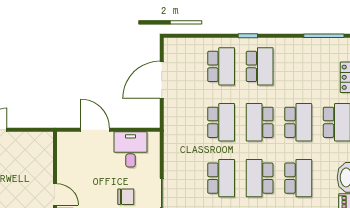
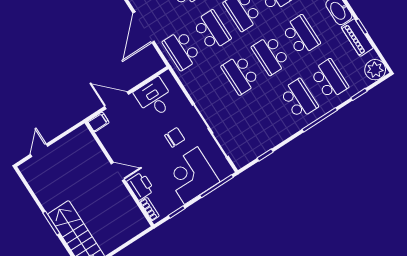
school desk: (183, 122) -> (182, 50), added
filing cabinet: (66, 139) -> (98, 122), added
school desk: (221, 178) -> (240, 74), turned 180

